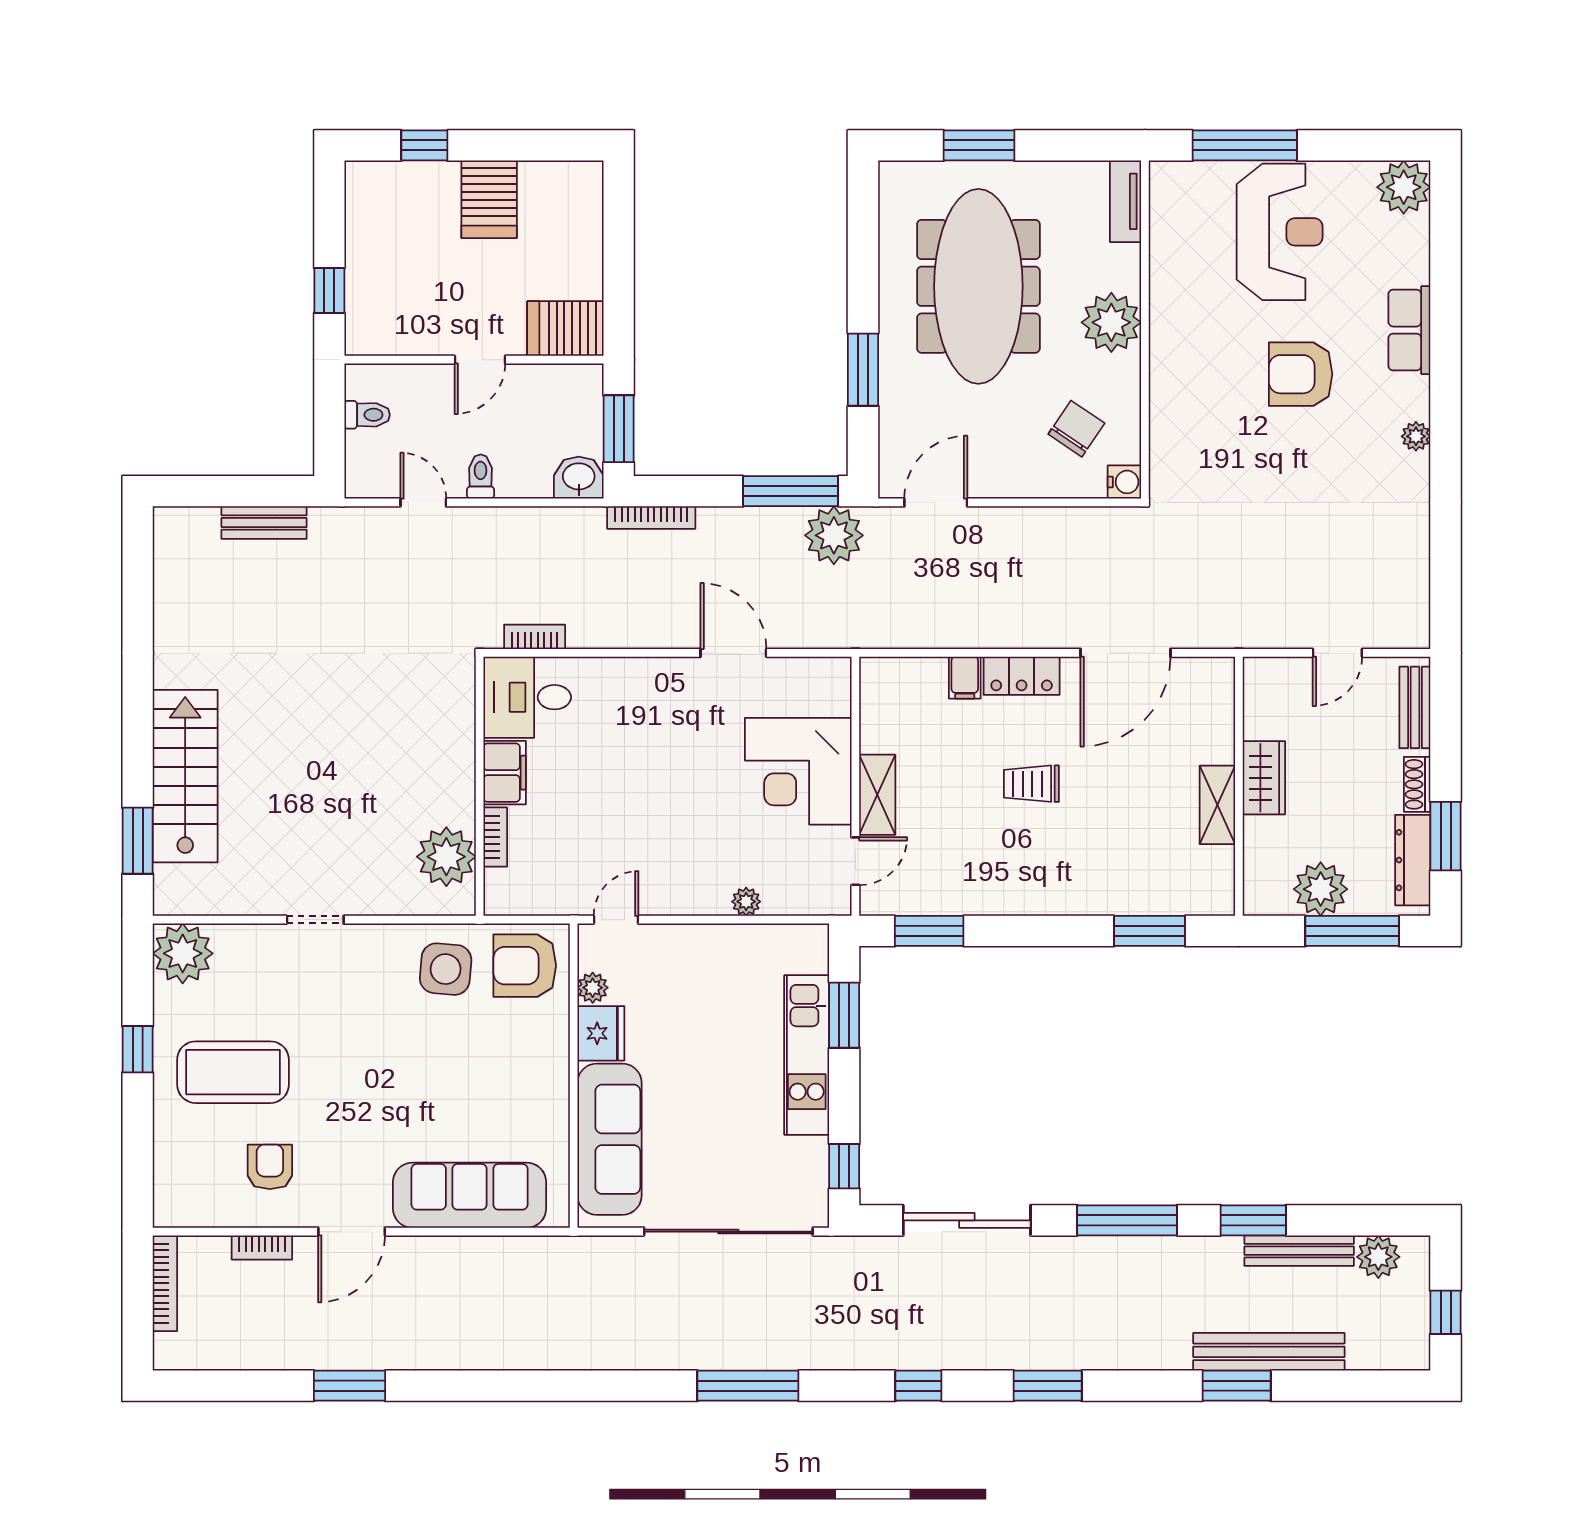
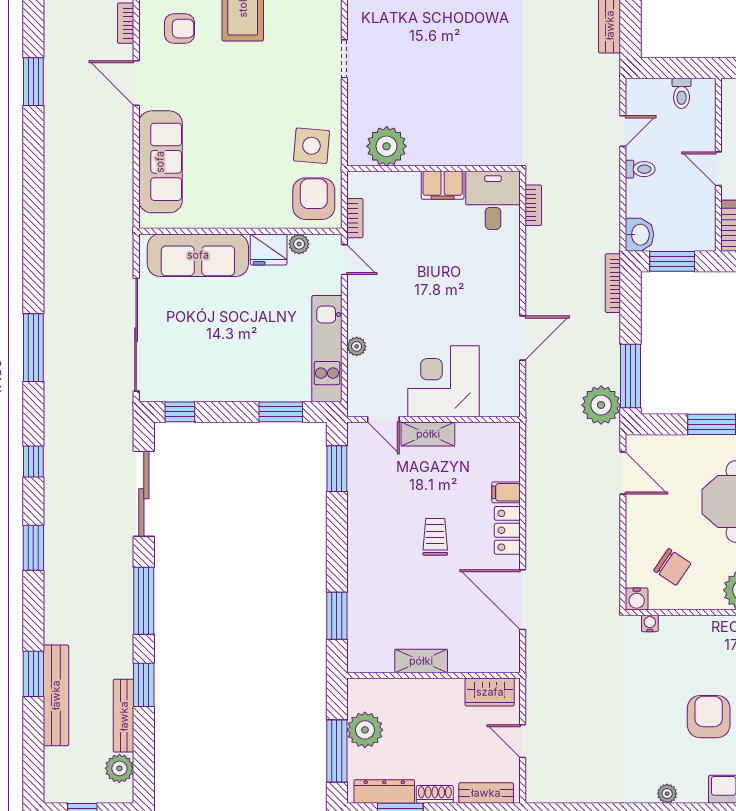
water cooler: (1161, 462) -> (650, 623), added
wardrobe: (1264, 778) -> (490, 692), moved
bookcase: (495, 837) -> (355, 218), moved, turned -90
kitchen unit: (807, 1055) -> (327, 349), moved, turned -90

